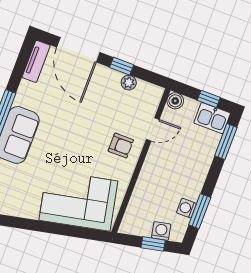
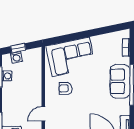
armchair: (121, 145) -> (65, 88), moved

